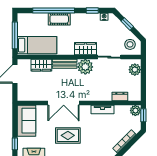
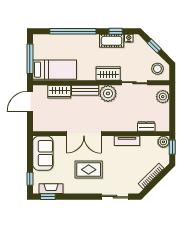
cot: (59, 19) -> (112, 41), moved

